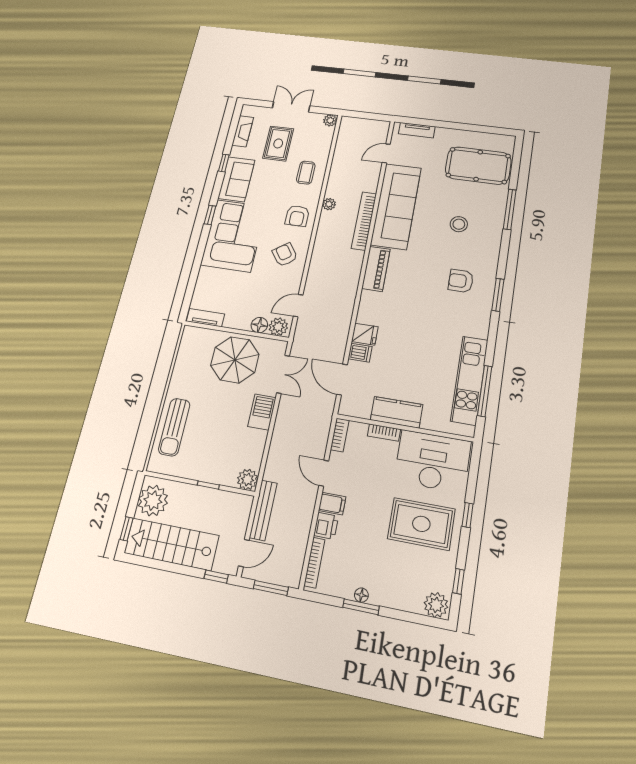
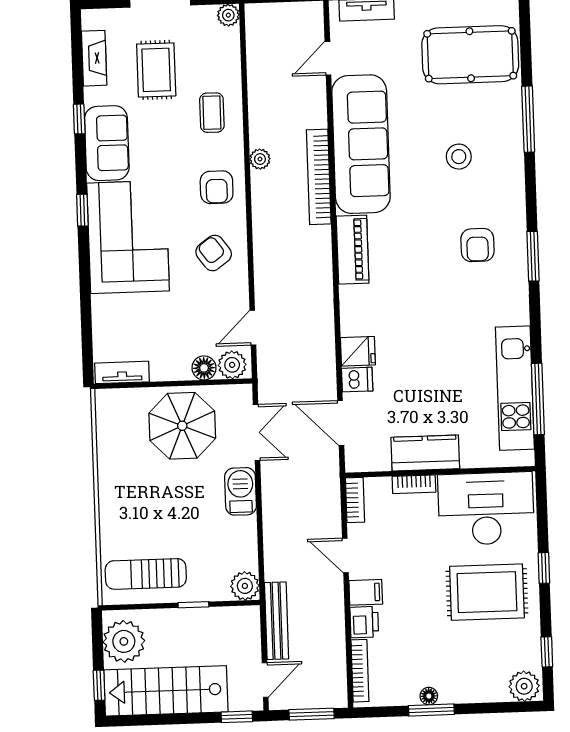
armchair: (461, 281) -> (477, 245), turned -90
sun lounger: (174, 427) -> (146, 574), moved, turned 90

